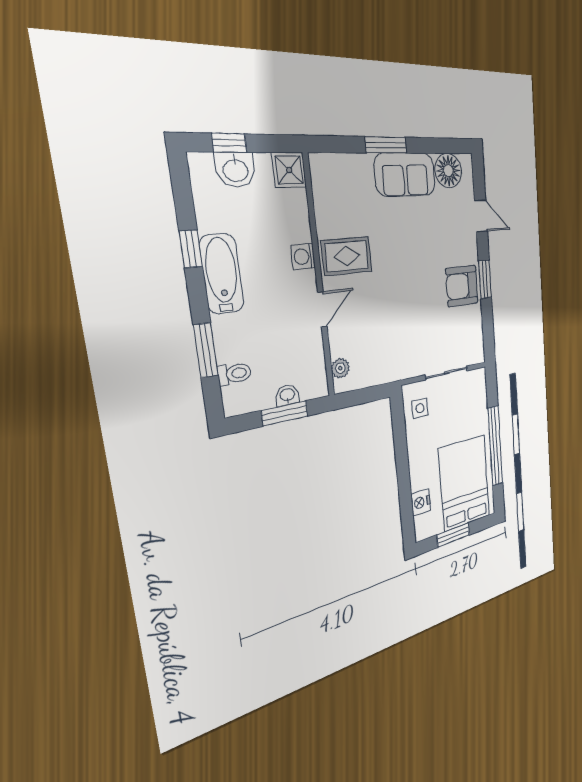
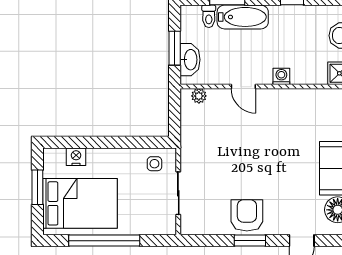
rug: (347, 256) -> (279, 111), removed
bathtub: (222, 274) -> (243, 17), moved
washbasin: (287, 395) -> (190, 60), width x1.91, depth x1.45

